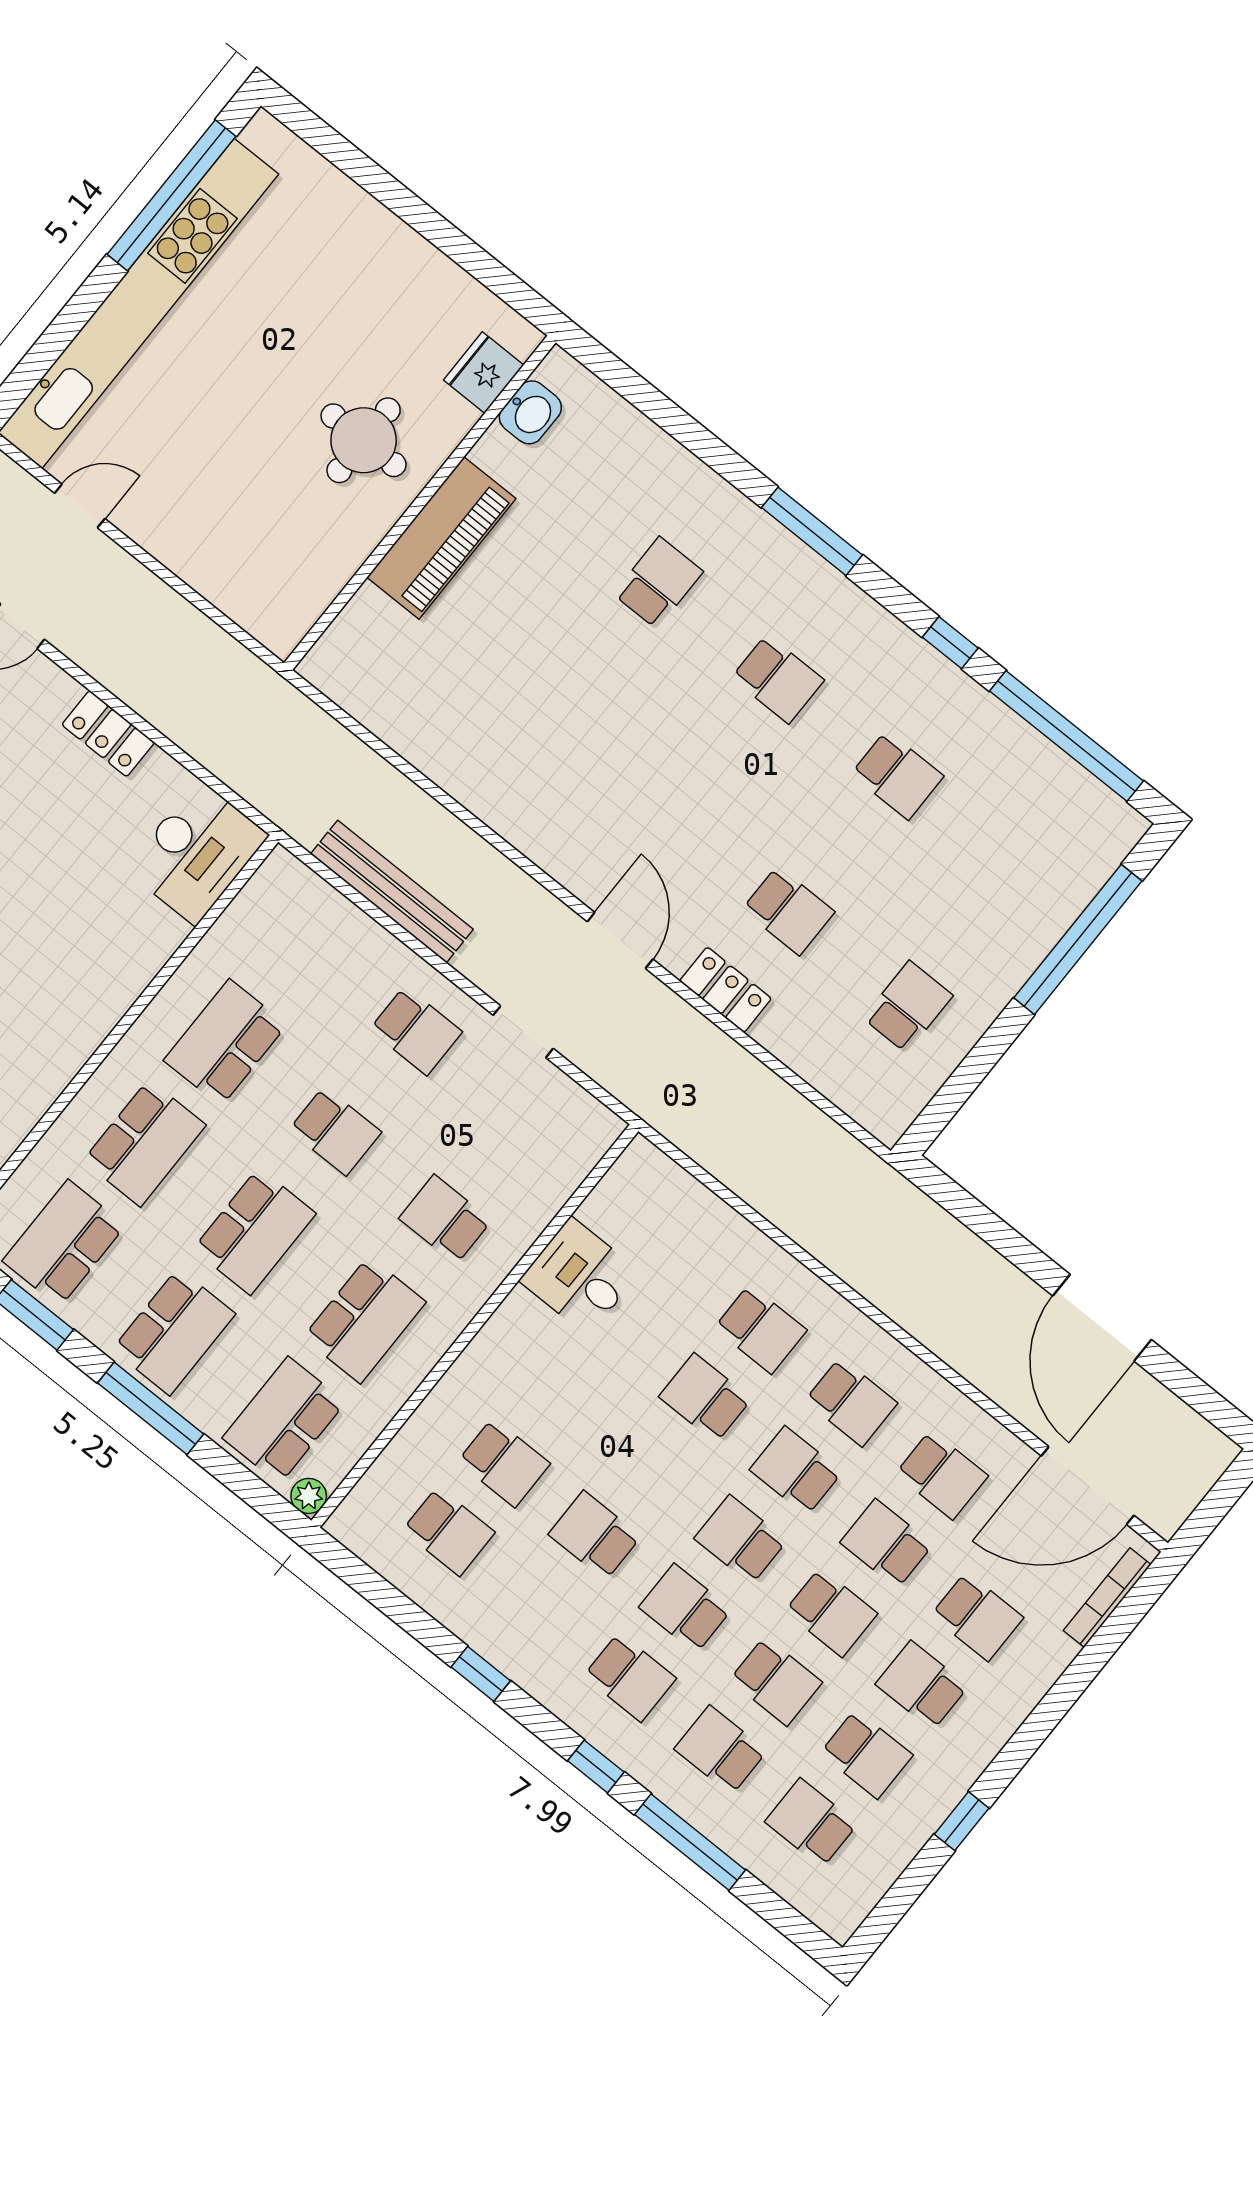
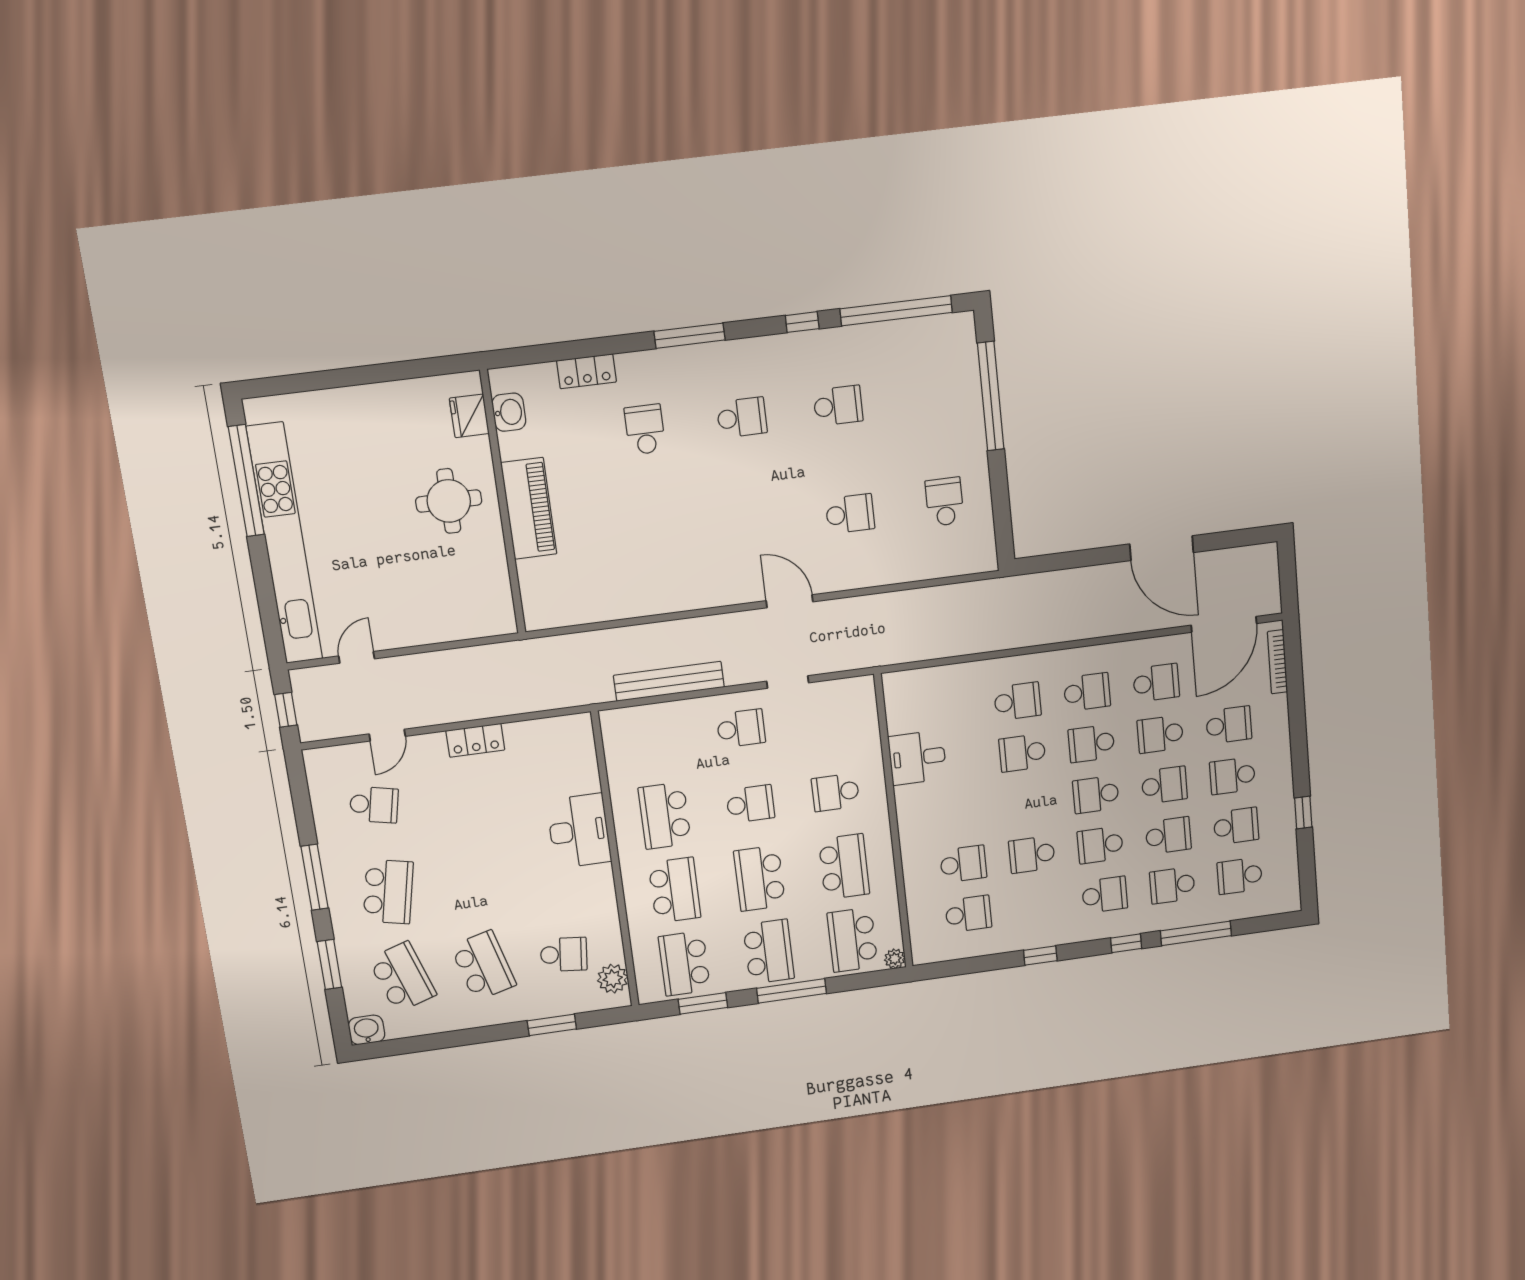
desk: (197, 853) -> (579, 831), moved
locker: (725, 990) -> (586, 371), moved, turned 180
school desk: (255, 1231) -> (760, 878), turned 180

